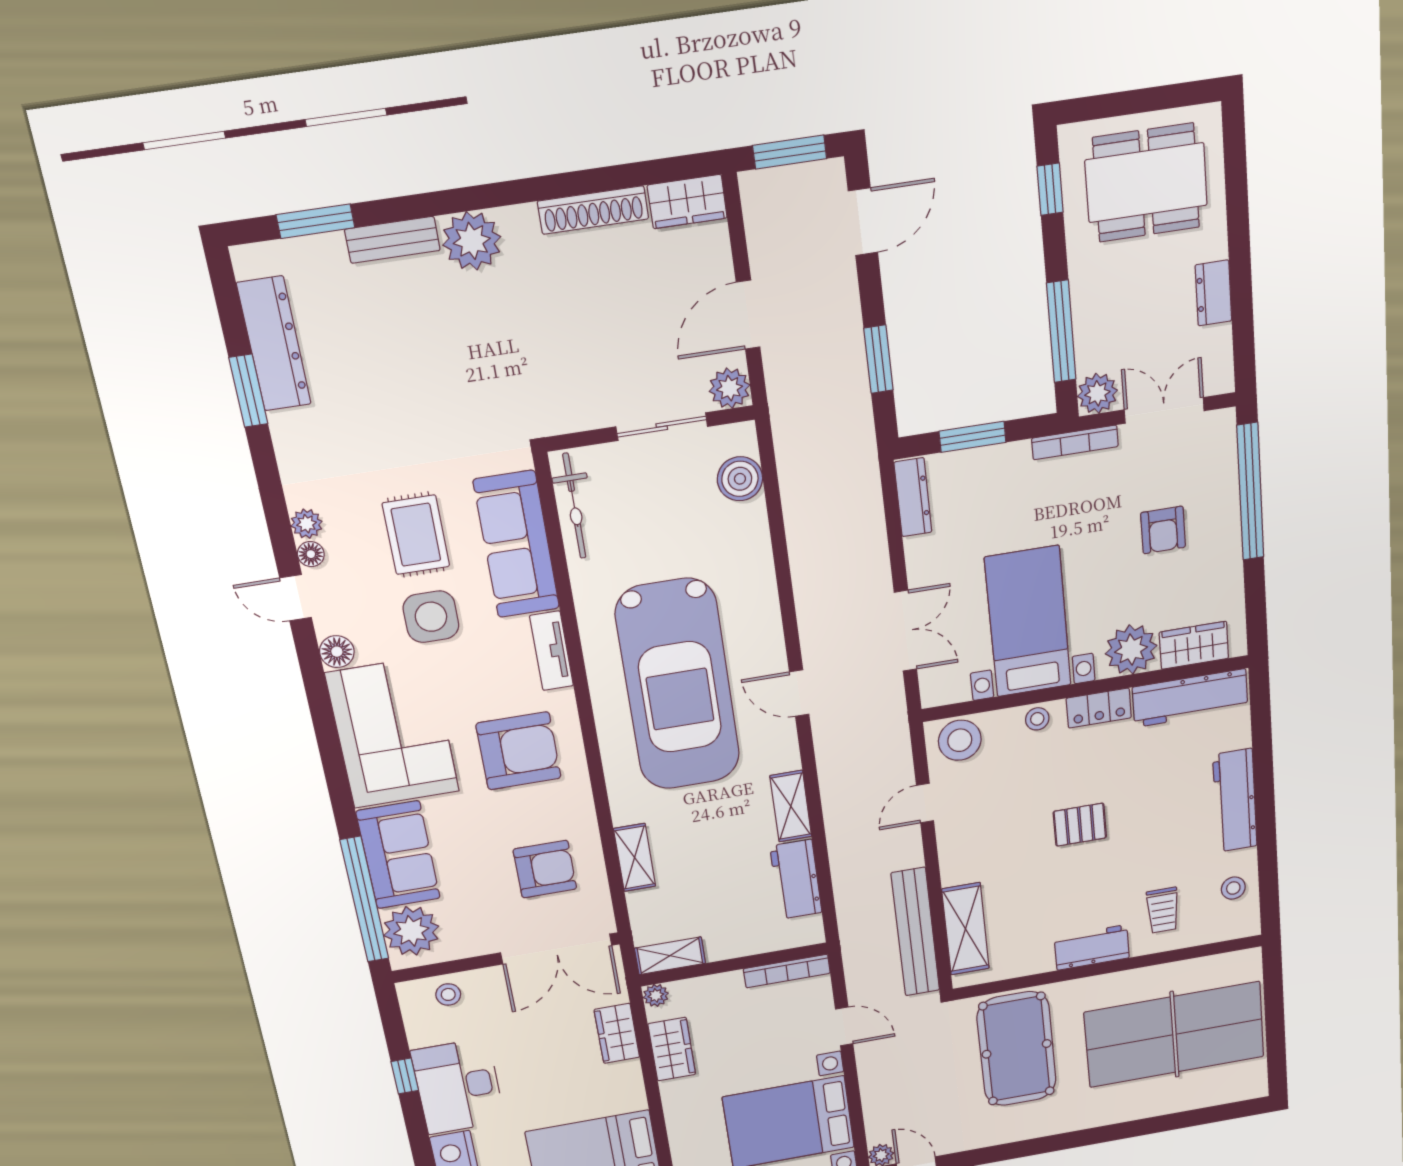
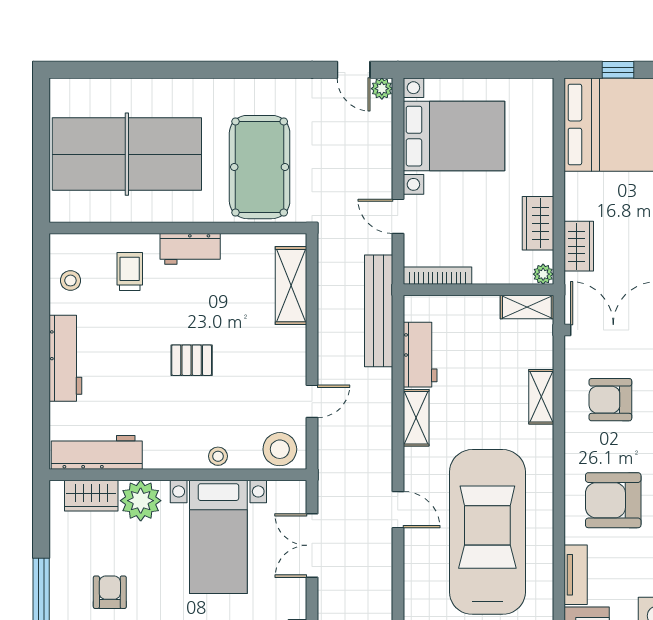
locker: (1099, 708) -> (169, 457), removed
bench: (915, 932) -> (379, 311), moved

